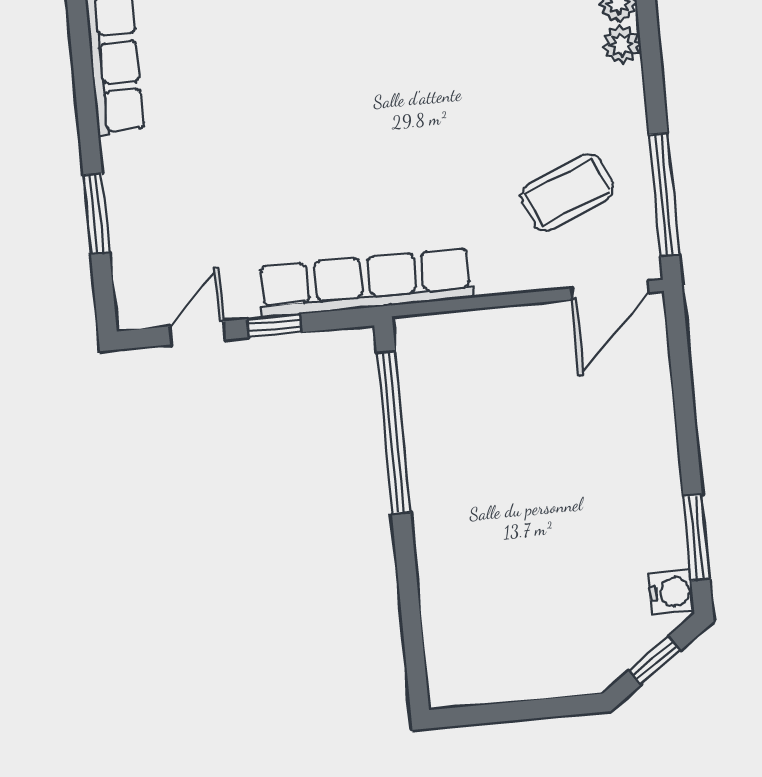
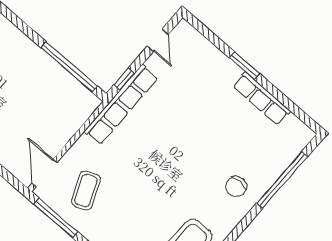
window: (96, 214) -> (244, 66), moved
window: (274, 326) -> (124, 79), moved

